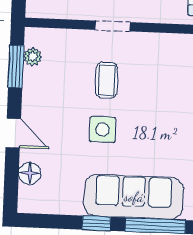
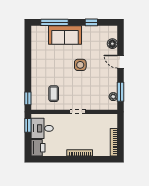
coffee table: (107, 80) -> (54, 94), moved
sofa: (134, 197) -> (65, 35), width x0.73
window: (96, 223) -> (91, 22), moved

